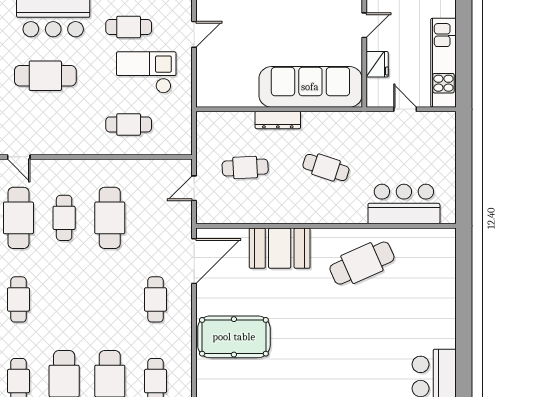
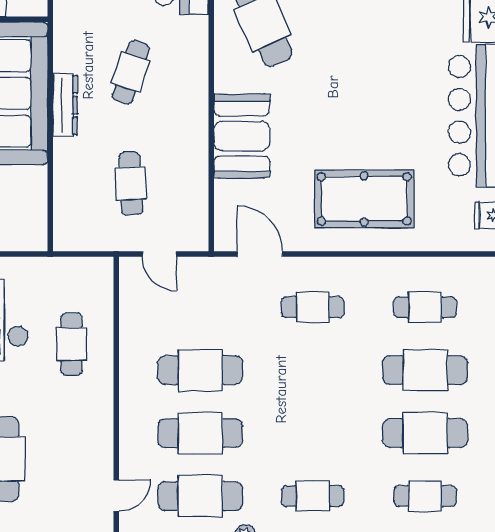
dresser: (278, 120) -> (65, 105), moved
cafe table: (64, 218) -> (200, 433), width x1.37, depth x1.35
door: (194, 261) -> (260, 254), width x0.73
pool table: (234, 337) -> (364, 199), turned 90

